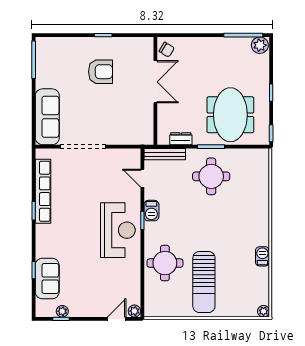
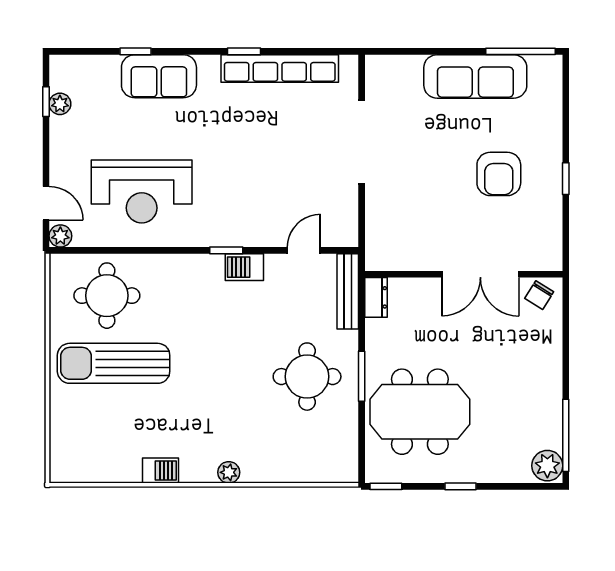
sofa: (47, 117) -> (475, 76), moved
dresser: (181, 139) -> (376, 297), moved
reception desk: (118, 230) -> (142, 191), moved
round table: (165, 263) -> (107, 296), moved
sofa: (47, 278) -> (159, 76), moved
plant: (263, 311) -> (229, 472), moved

